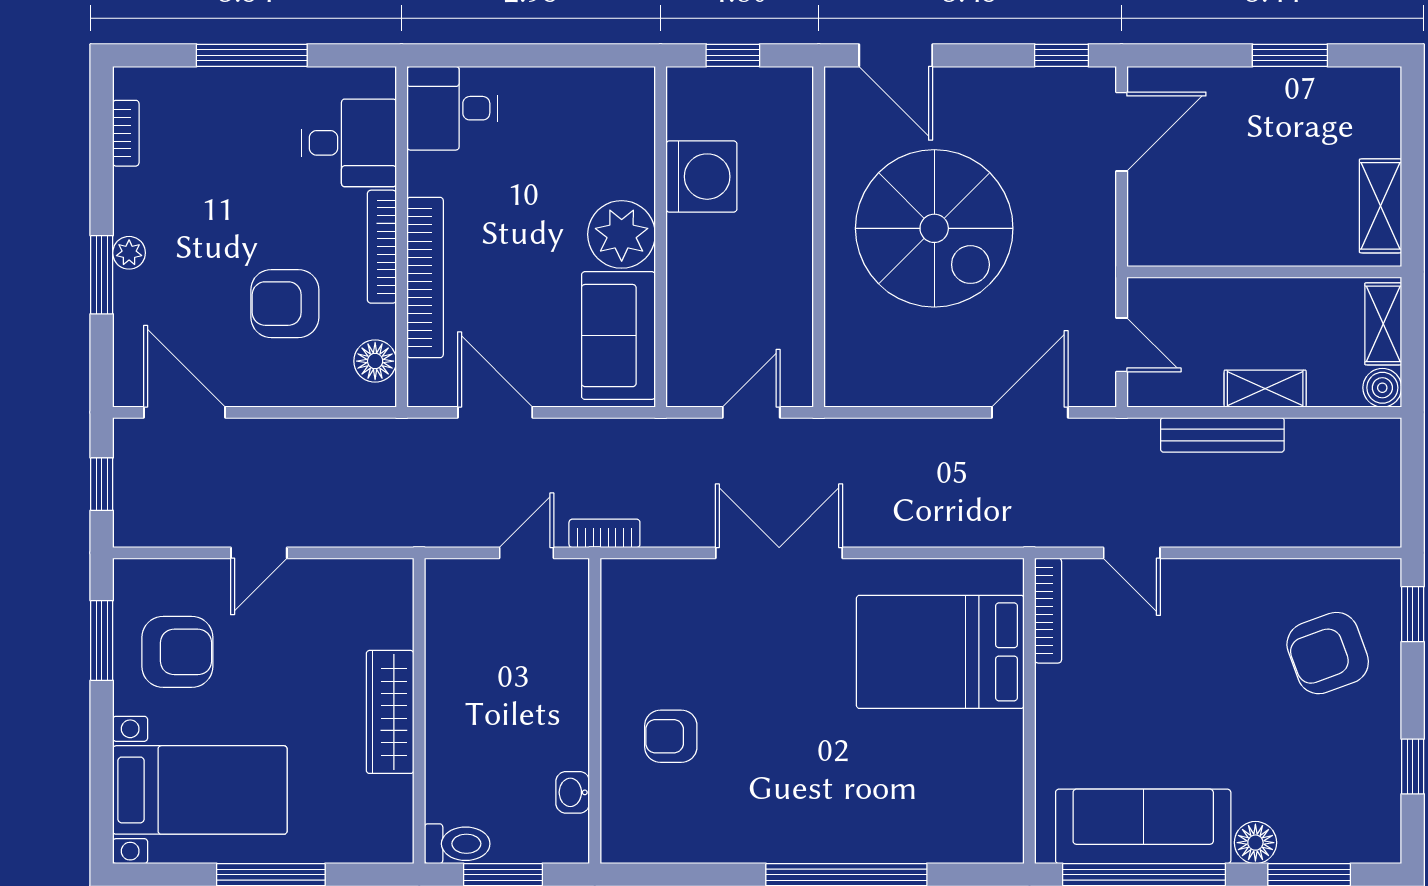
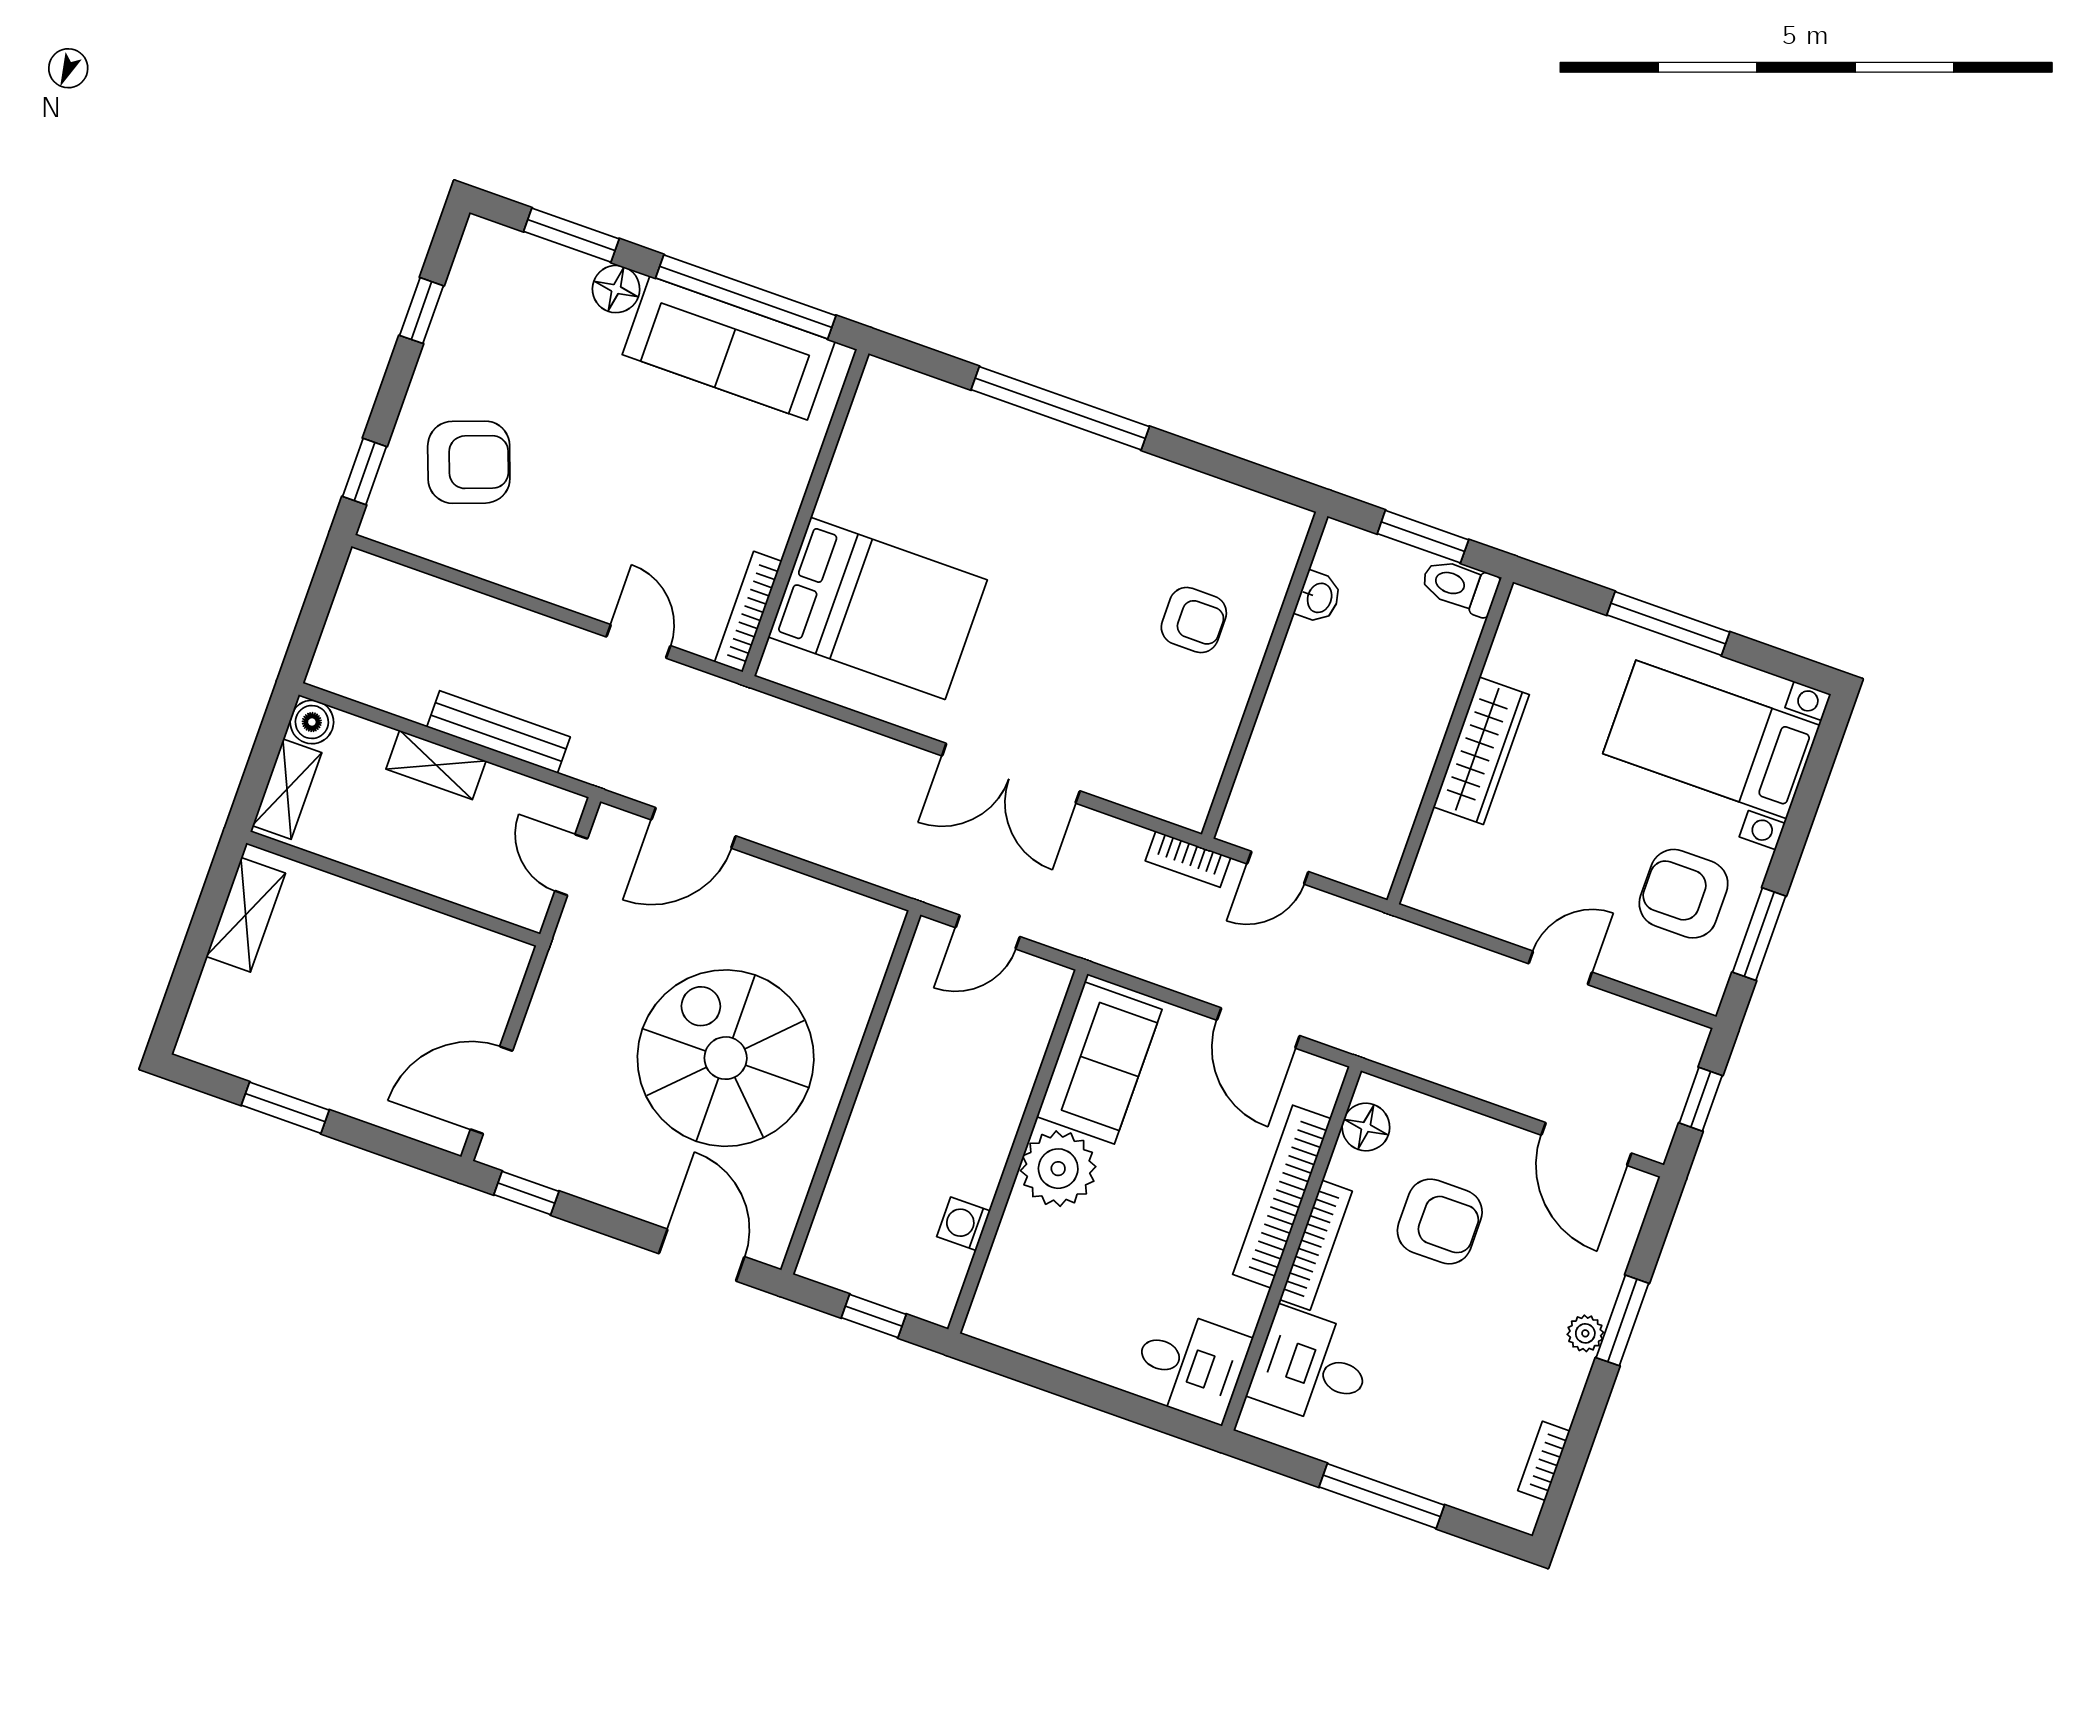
washing machine: (701, 177) -> (964, 1224), width x0.53, depth x0.53

